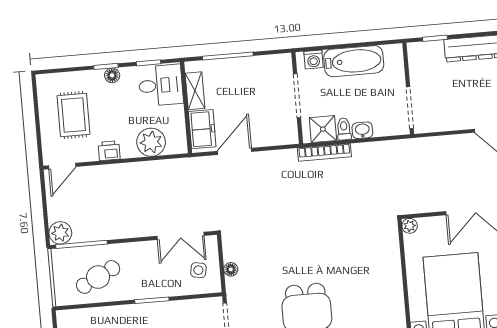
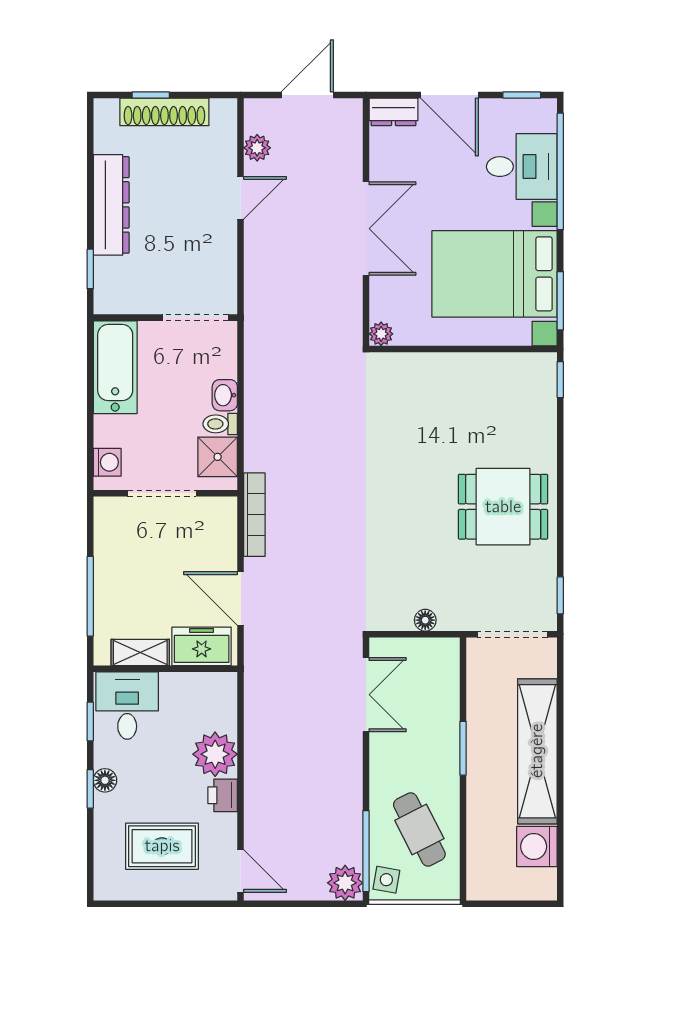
bathtub: (354, 61) -> (115, 367), moved
plant: (151, 142) -> (215, 754), moved
bookcase: (324, 152) -> (254, 515), moved
side table: (198, 270) -> (386, 880), moved

